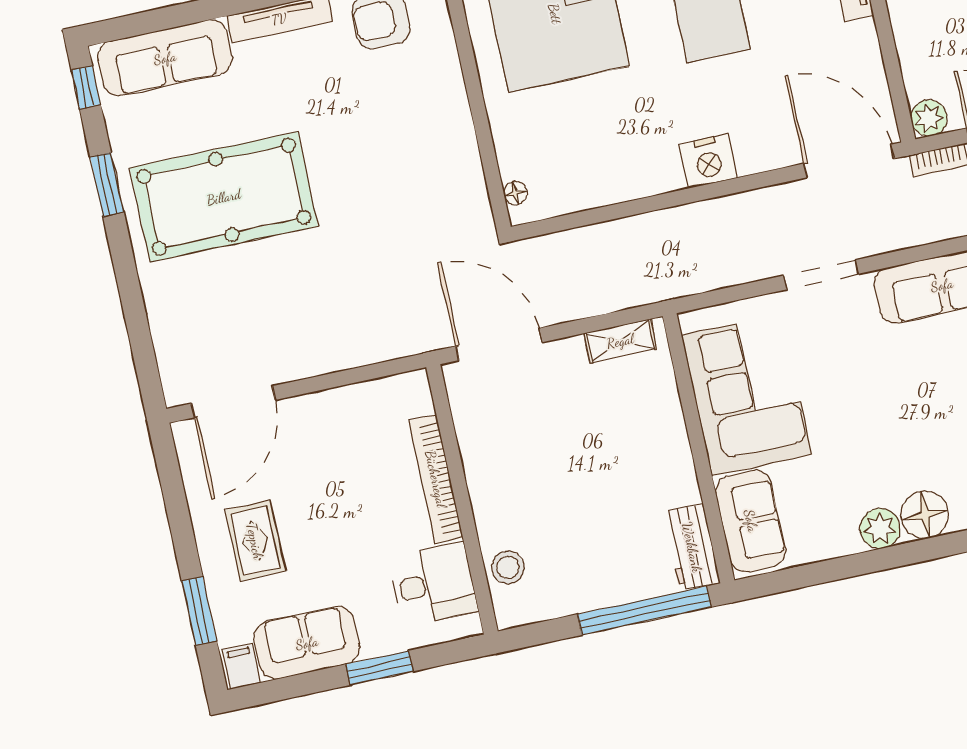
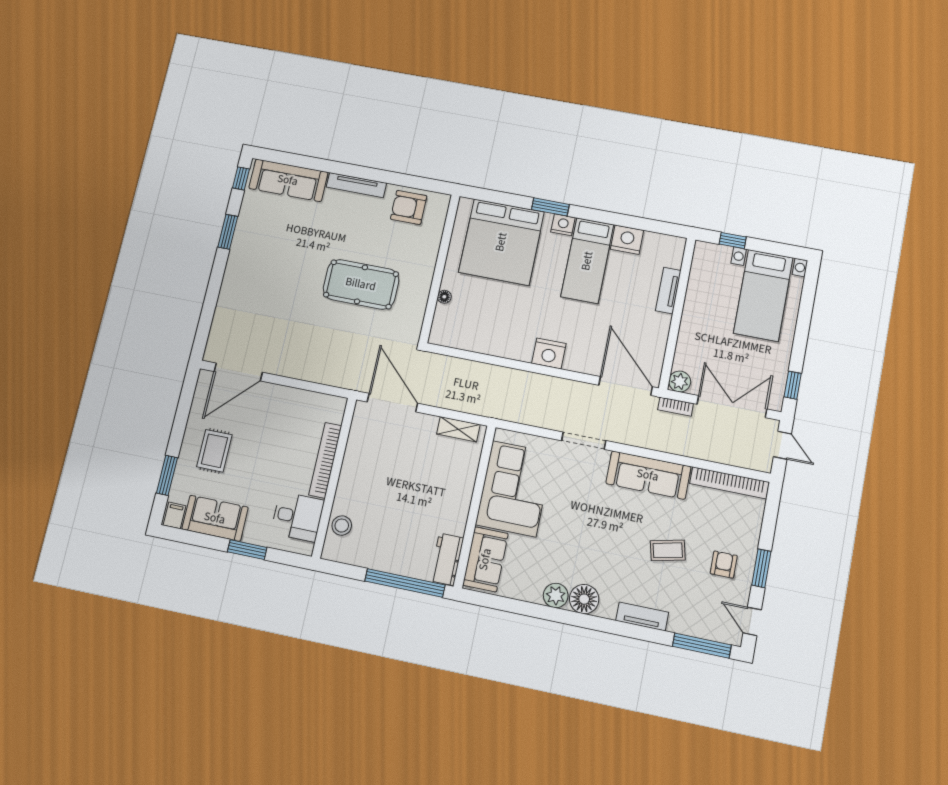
floor lamp: (515, 193) -> (444, 297), moved
pool table: (224, 197) -> (361, 284), moved, width x0.73, depth x0.76

